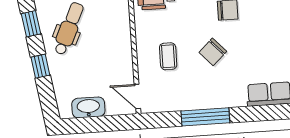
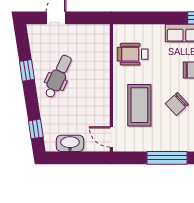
coffee table: (168, 56) -> (139, 105), width x1.86, depth x1.72
window: (40, 66) -> (36, 129), moved

